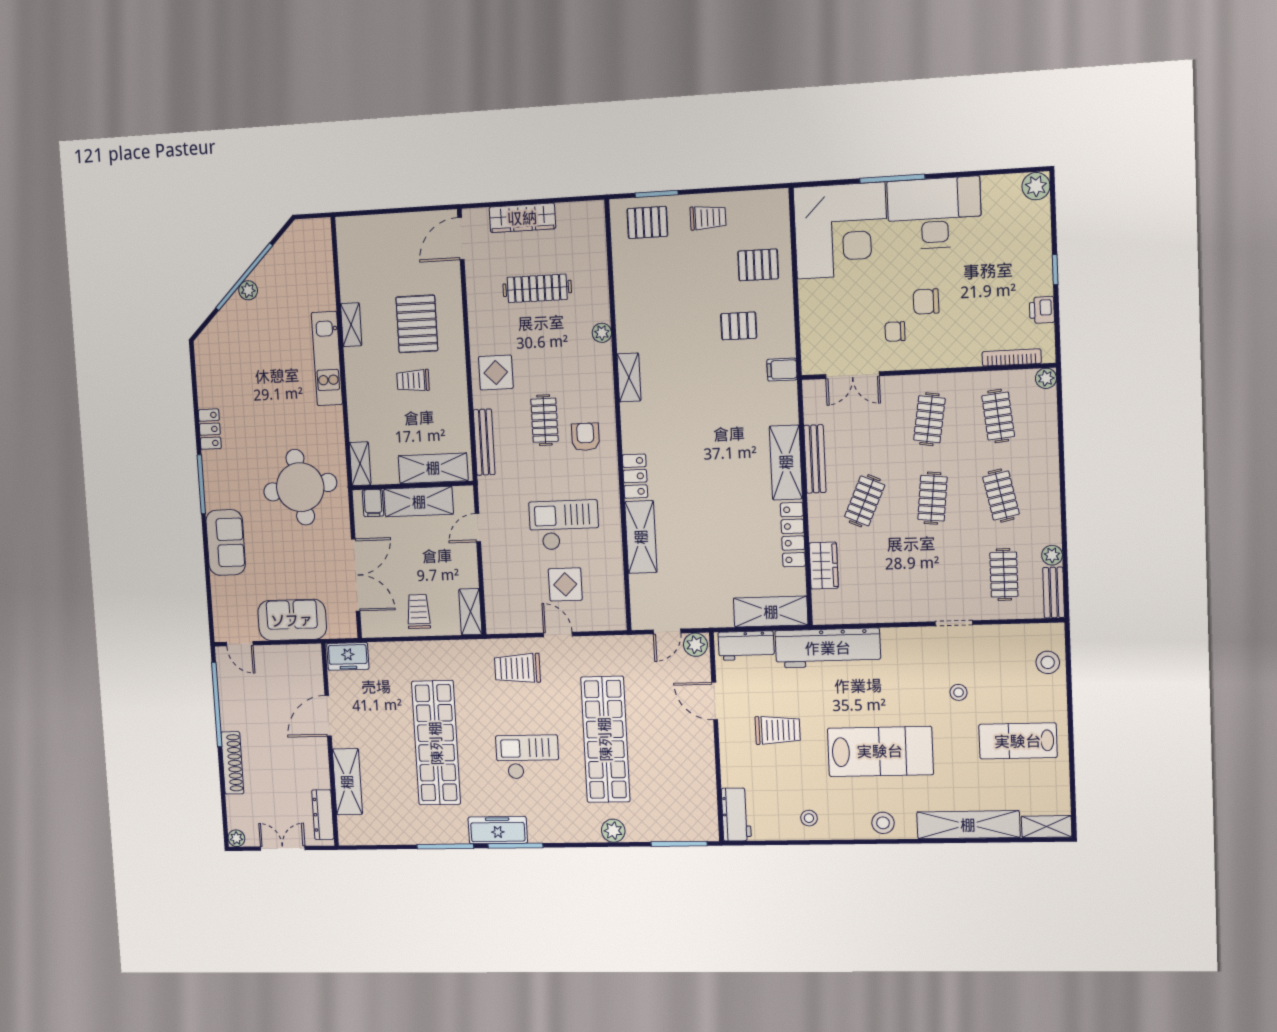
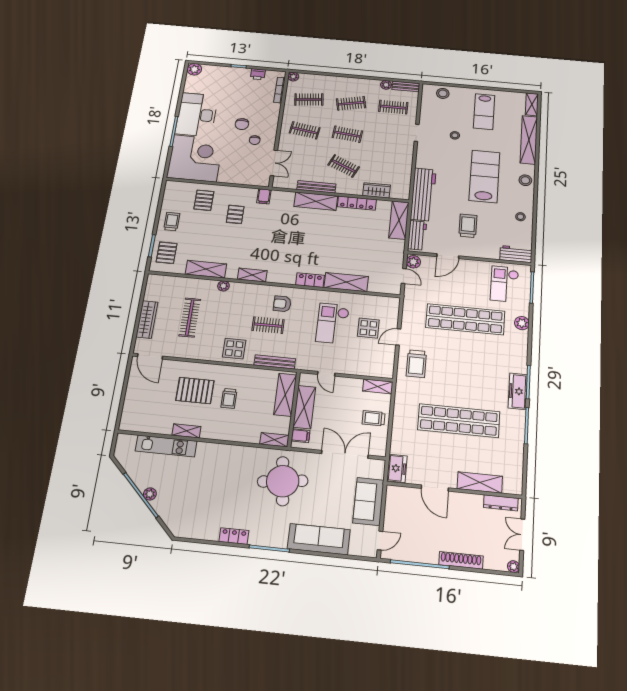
shelving: (627, 297) -> (206, 269), added
kitchen unit: (327, 358) -> (166, 446), moved
sofa: (226, 542) -> (319, 539), width x1.36
checkout: (527, 757) -> (504, 284), moved

